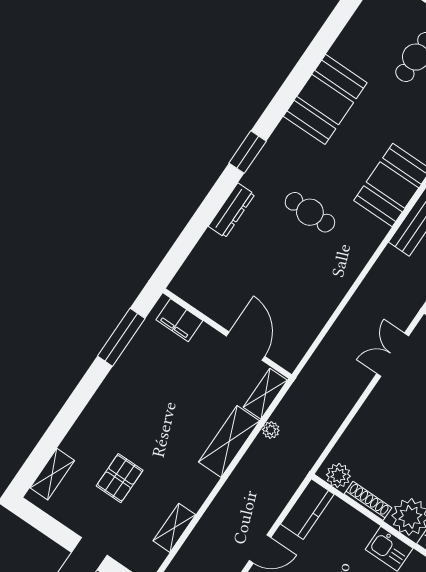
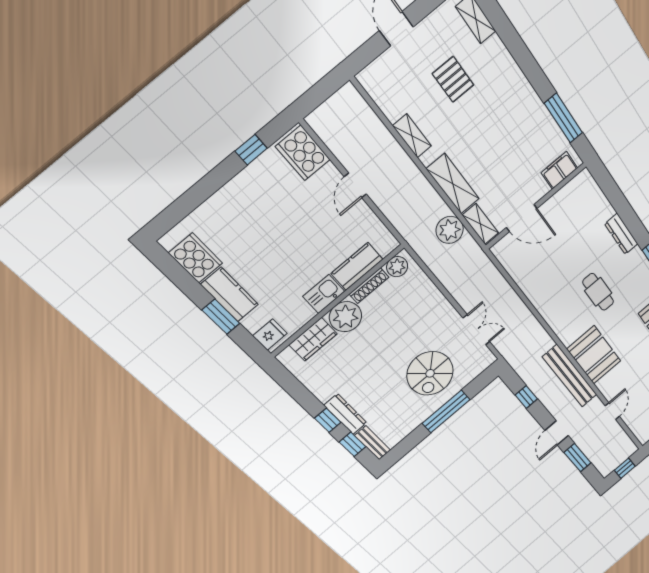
cafe table: (310, 212) -> (598, 292), turned 90
plant: (271, 430) -> (450, 230), width x1.88, depth x1.88
kitchen counter: (307, 509) -> (357, 266), moved, turned 90
shelving: (174, 528) -> (412, 136), moved

